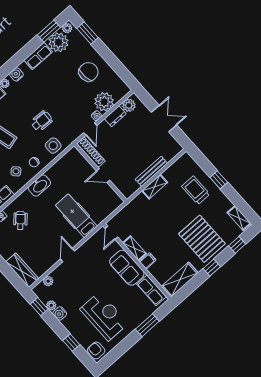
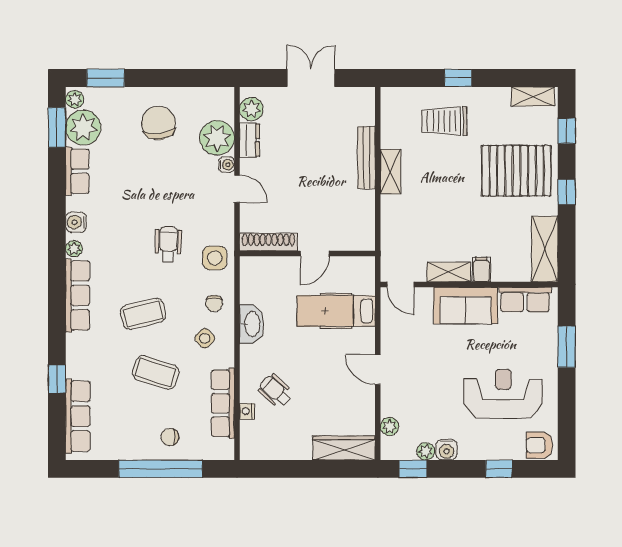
shoe rack: (91, 152) -> (269, 242), moved
wall: (101, 173) -> (307, 254), moved
door: (103, 176) -> (315, 254), moved

